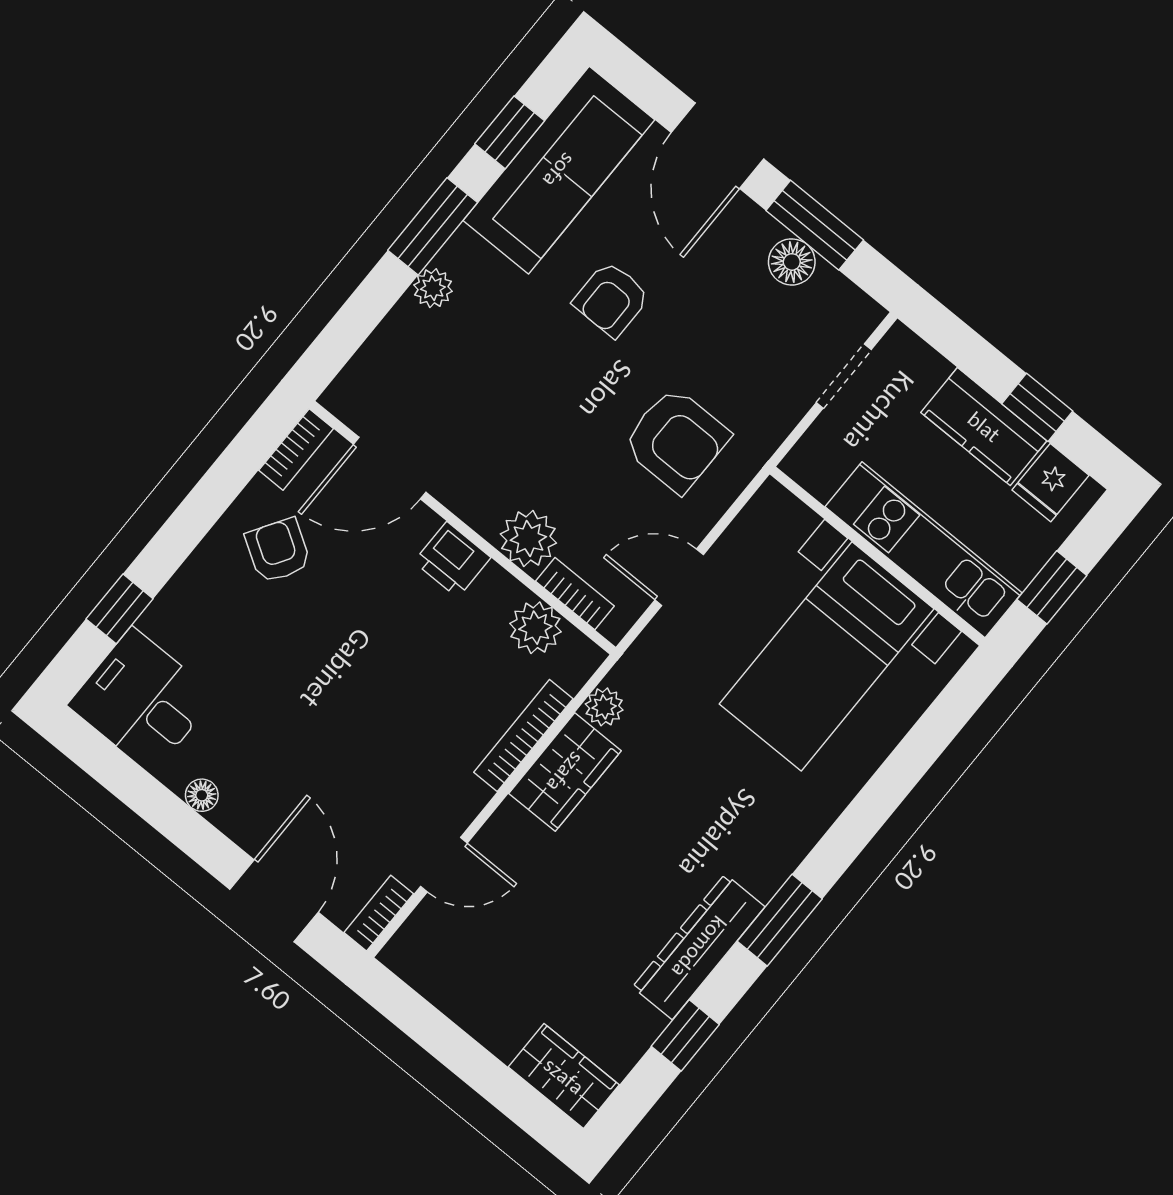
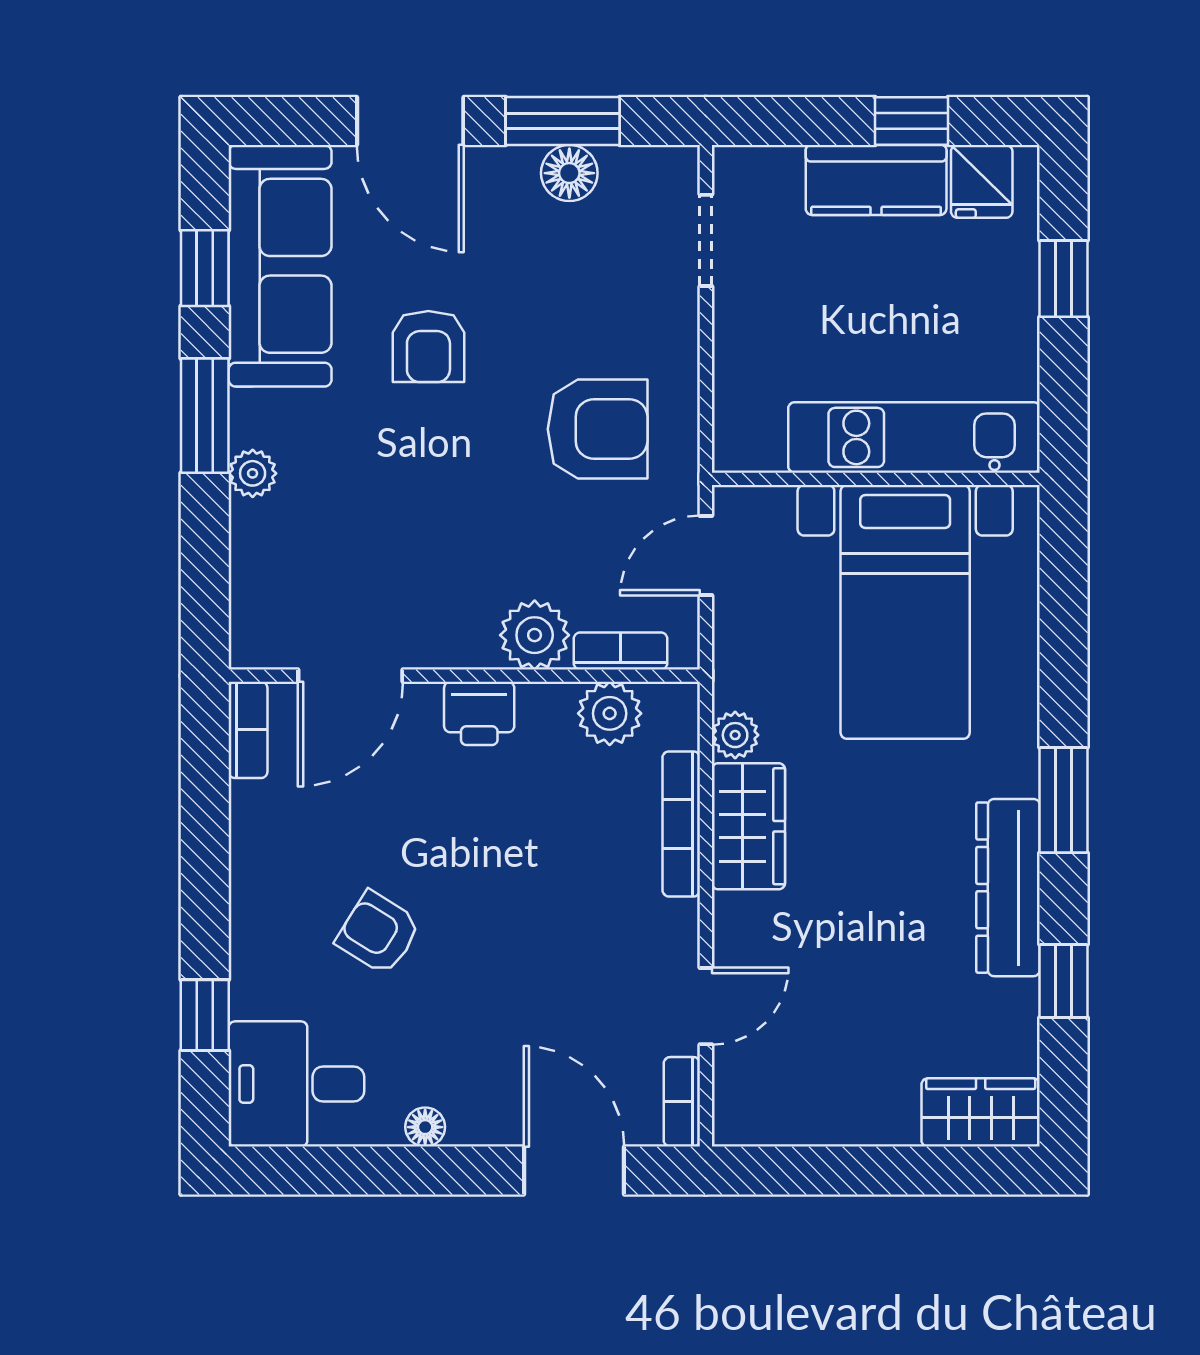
kitchen unit: (923, 550) -> (914, 437), moved
armchair: (278, 551) -> (378, 933), moved
wall: (877, 556) -> (876, 479), moved
bed with nightstands: (827, 656) -> (905, 612), moved

